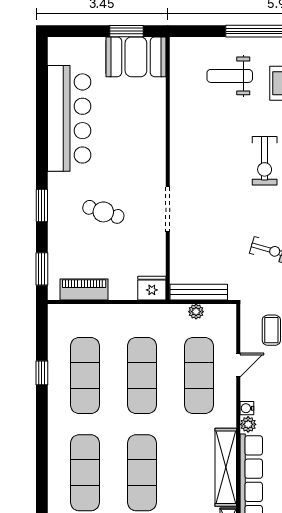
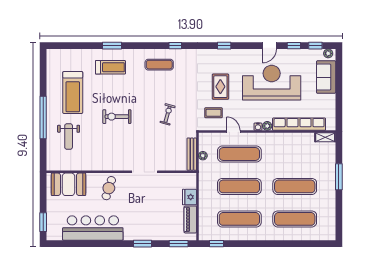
window: (127, 31) -> (43, 222), moved
booth: (136, 57) -> (69, 184), moved, turned 90
exercise bike: (265, 161) -> (117, 117), turned 180
cafe table: (103, 212) -> (109, 188), moved
fridge: (152, 288) -> (189, 197), moved
window: (42, 373) -> (216, 244), moved
shelving: (226, 467) -> (292, 139), removed

